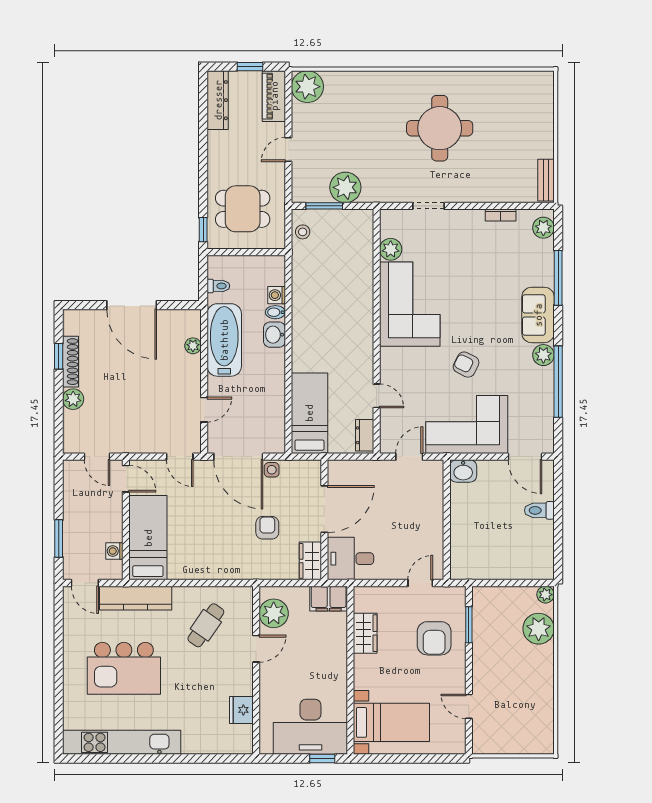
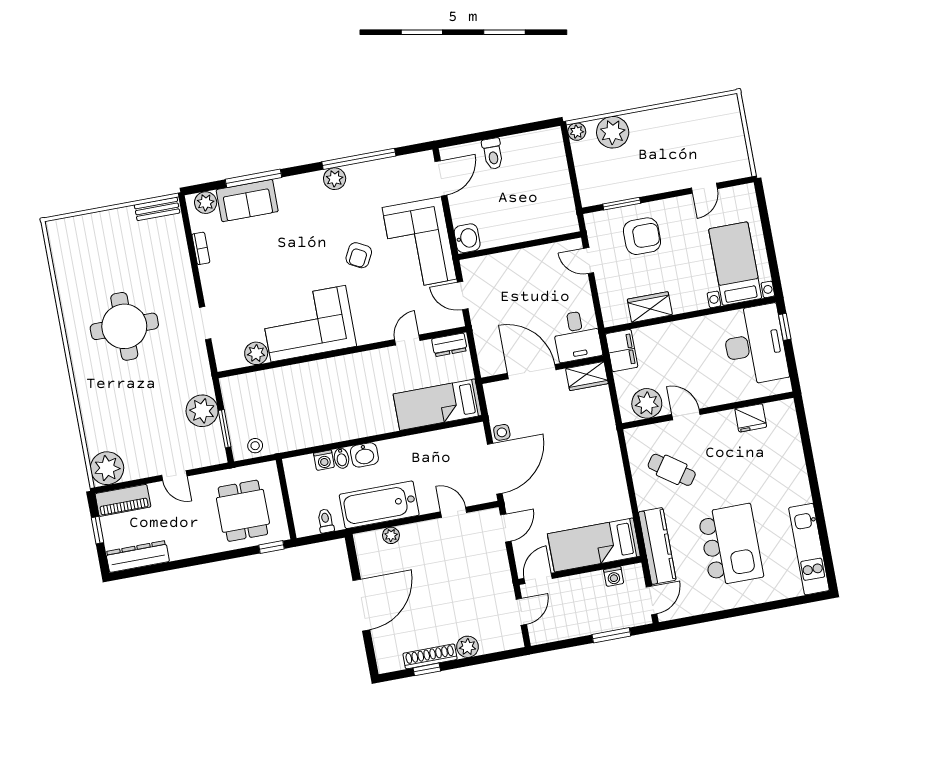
sofa: (538, 315) -> (247, 201), moved
armchair: (267, 528) -> (561, 426), removed
kitchen unit: (122, 742) -> (809, 549), width x0.73

